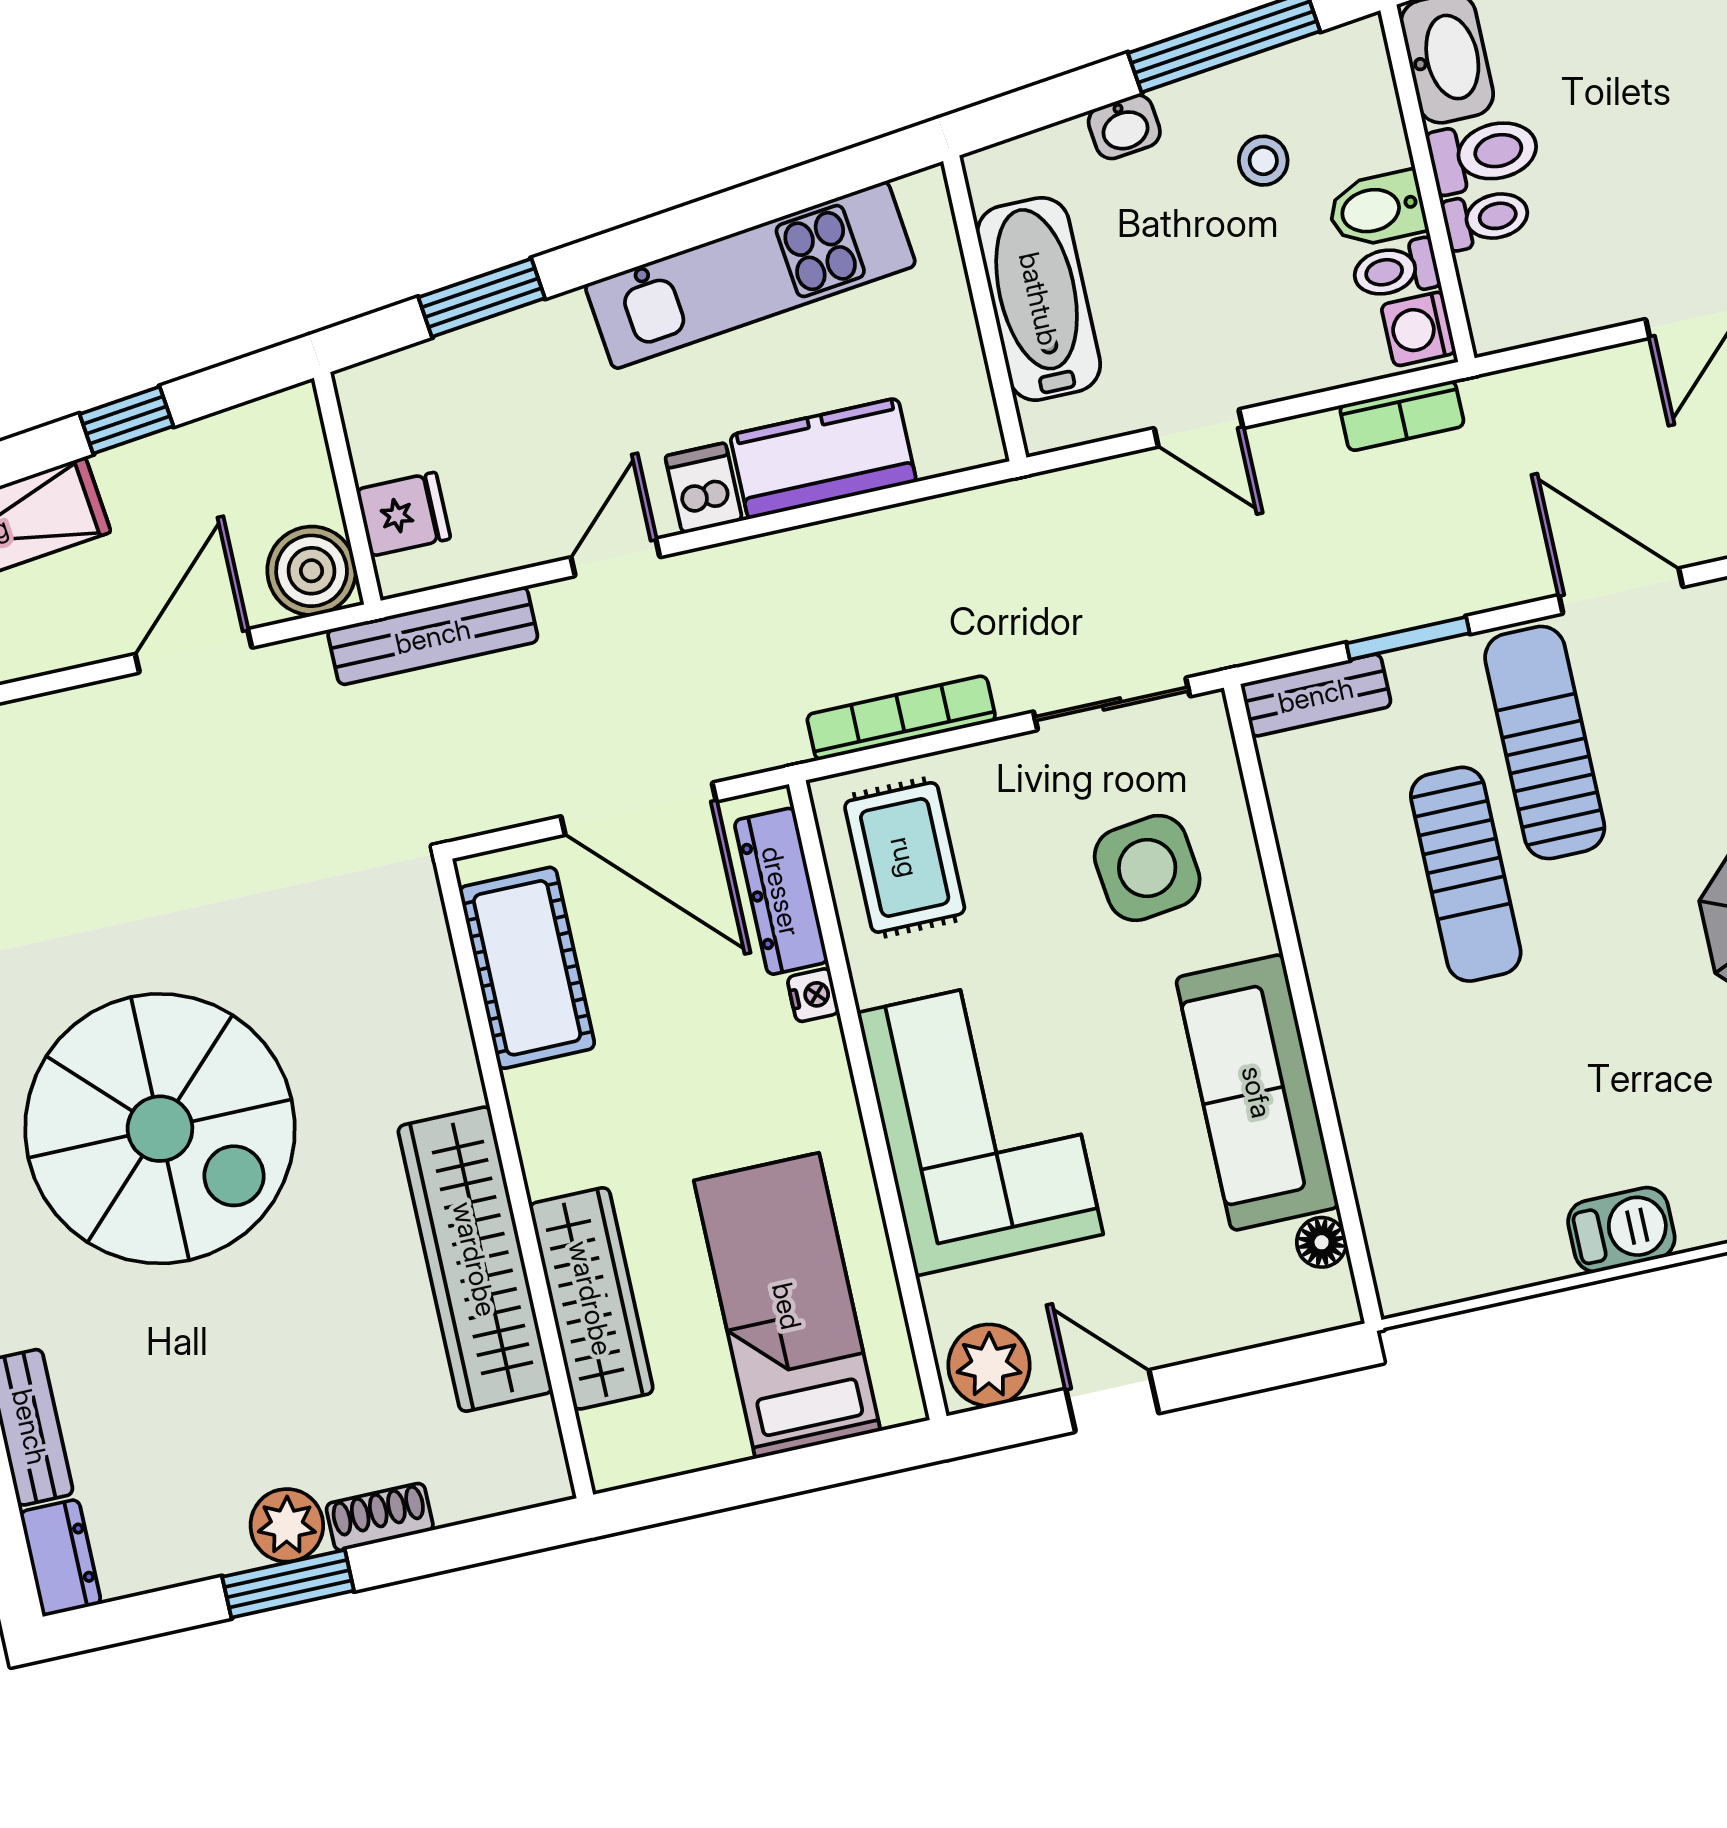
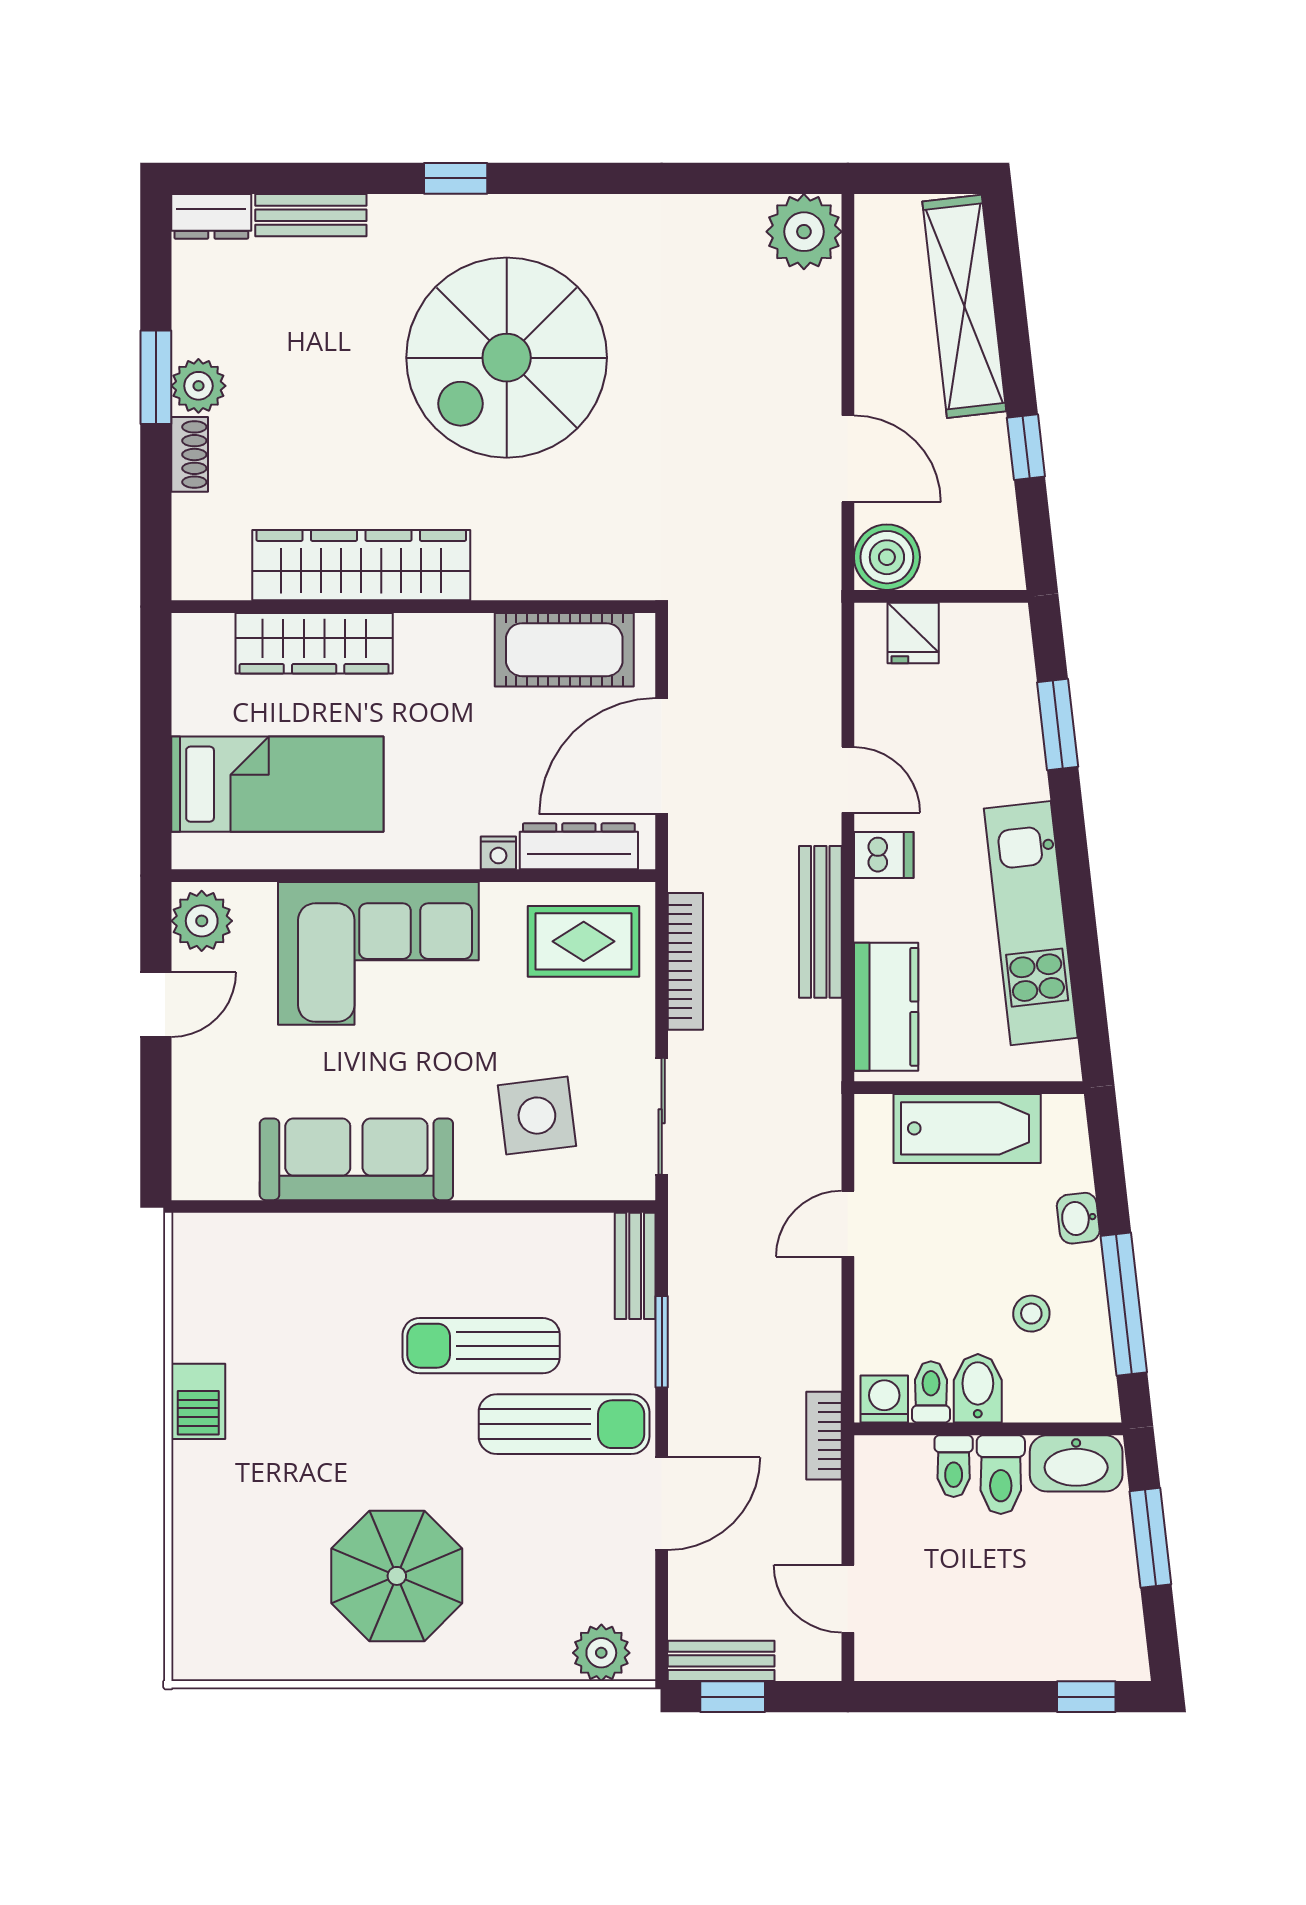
bookcase: (1402, 416) -> (824, 1436), moved
kitchen counter: (823, 458) -> (886, 1007), moved
bench: (433, 636) -> (820, 922), moved
floor lamp: (1322, 1242) -> (237, 1182), removed

